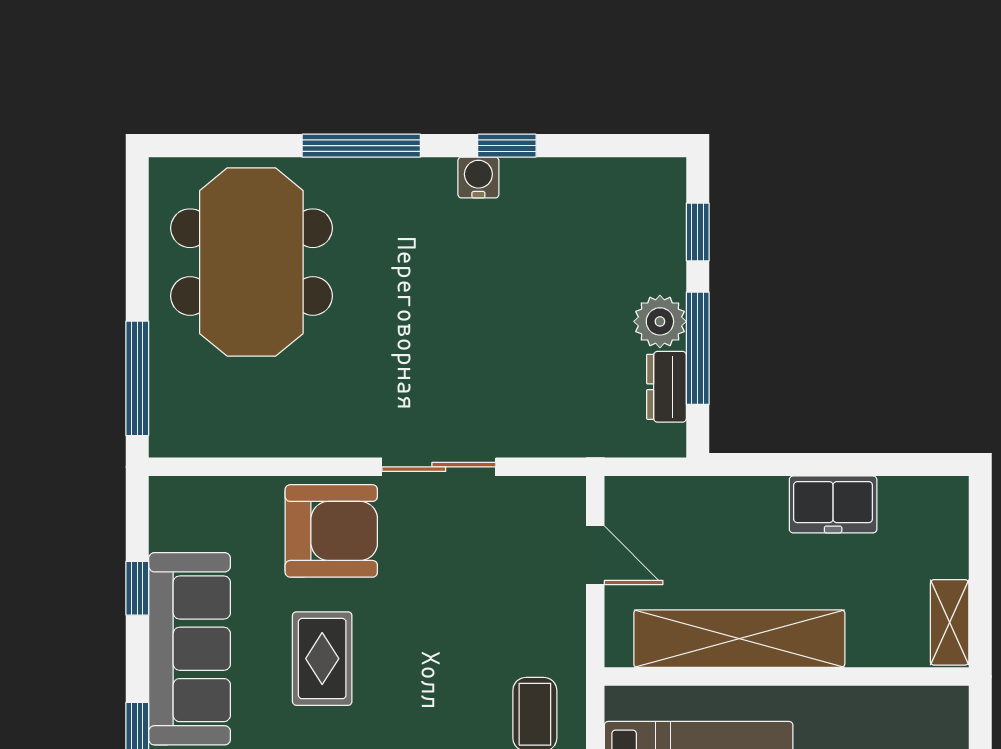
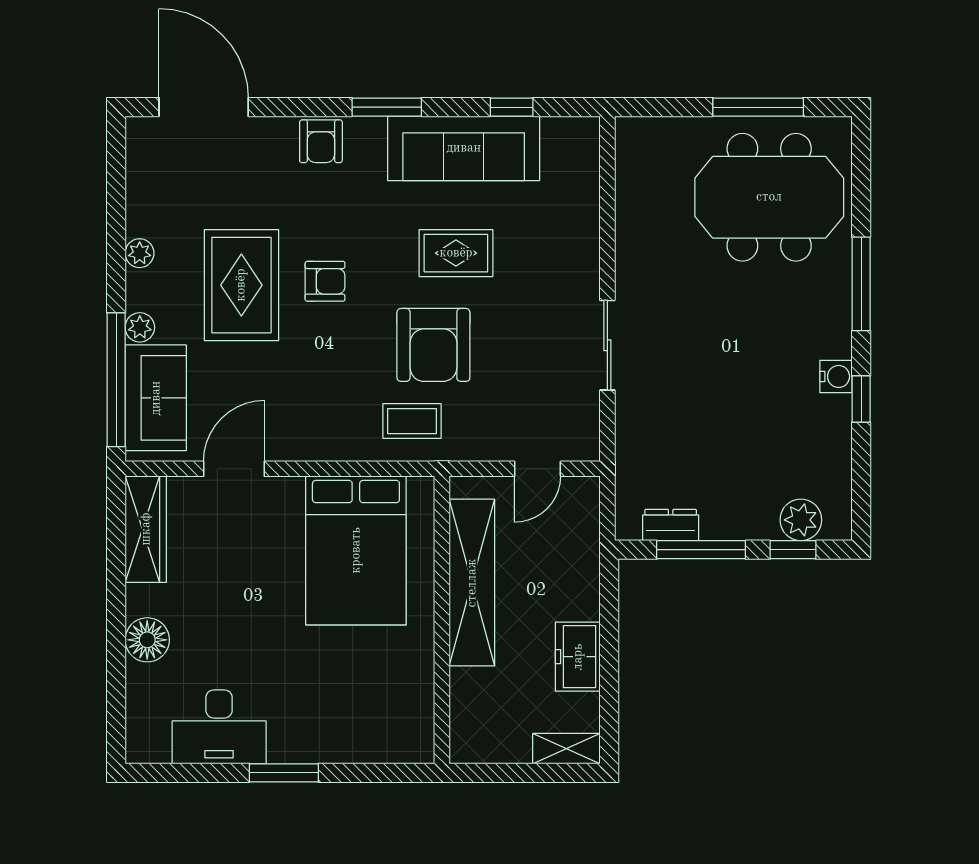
plant: (660, 321) -> (801, 520), moved
window: (137, 378) -> (758, 107), moved
armchair: (331, 531) -> (433, 345), moved
shelving: (950, 622) -> (566, 749), moved

